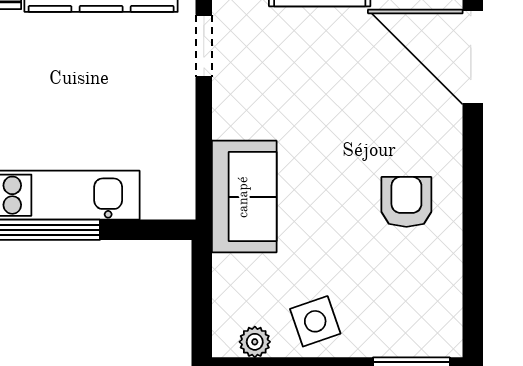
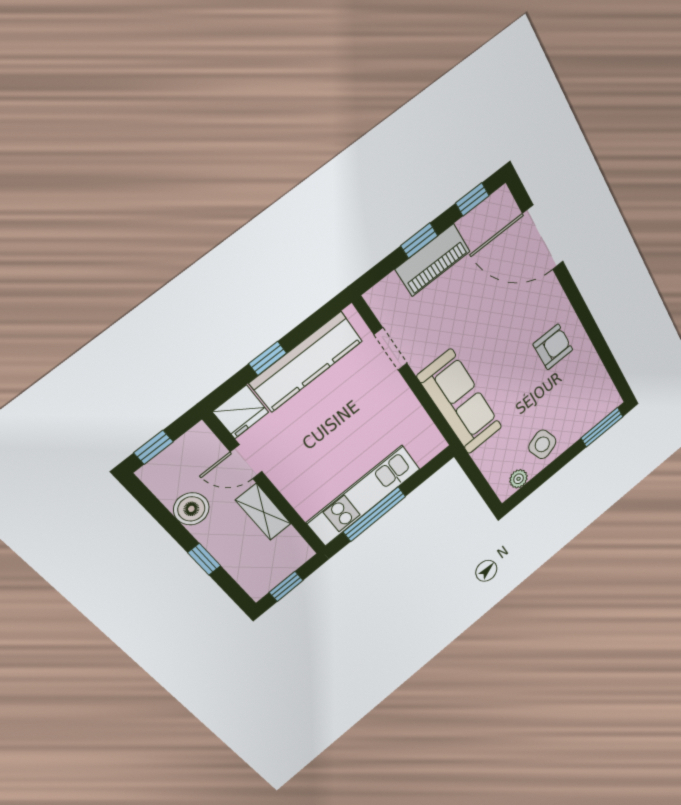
sofa: (244, 197) -> (460, 402), width x1.36
armchair: (406, 202) -> (553, 347), turned 90

